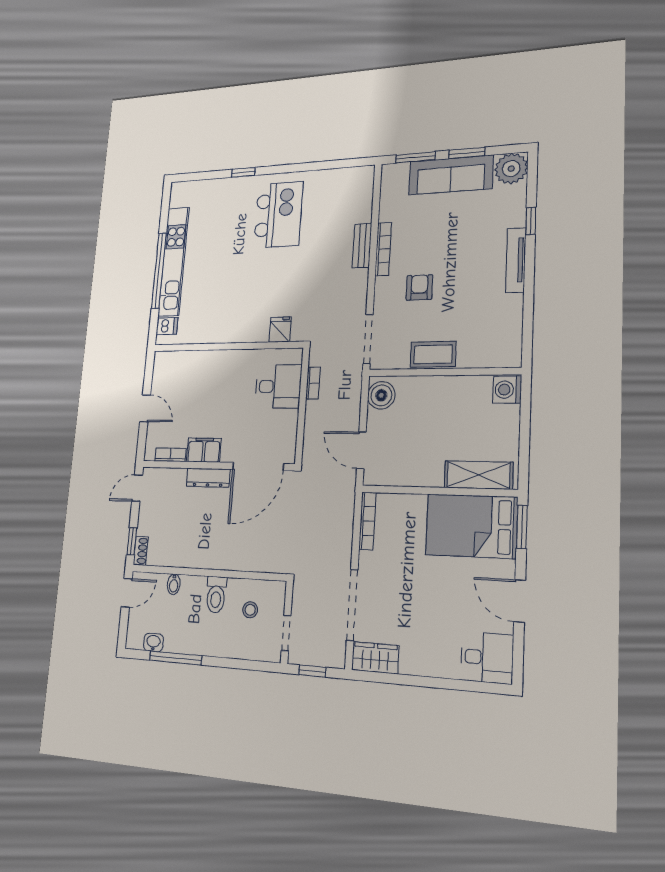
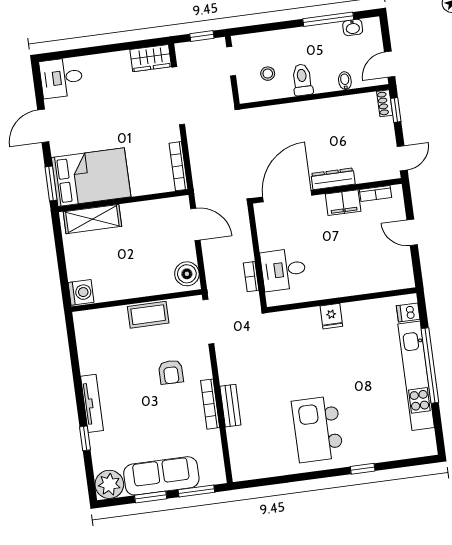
fridge: (280, 330) -> (331, 316), moved
door: (520, 601) -> (43, 126), swing flipped

